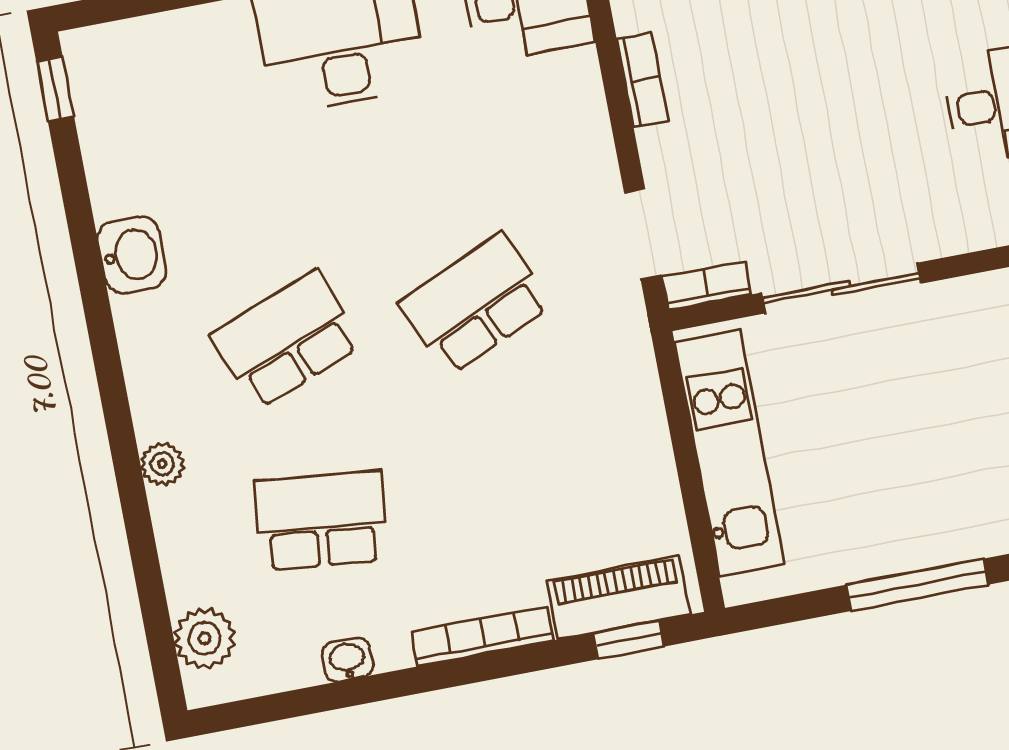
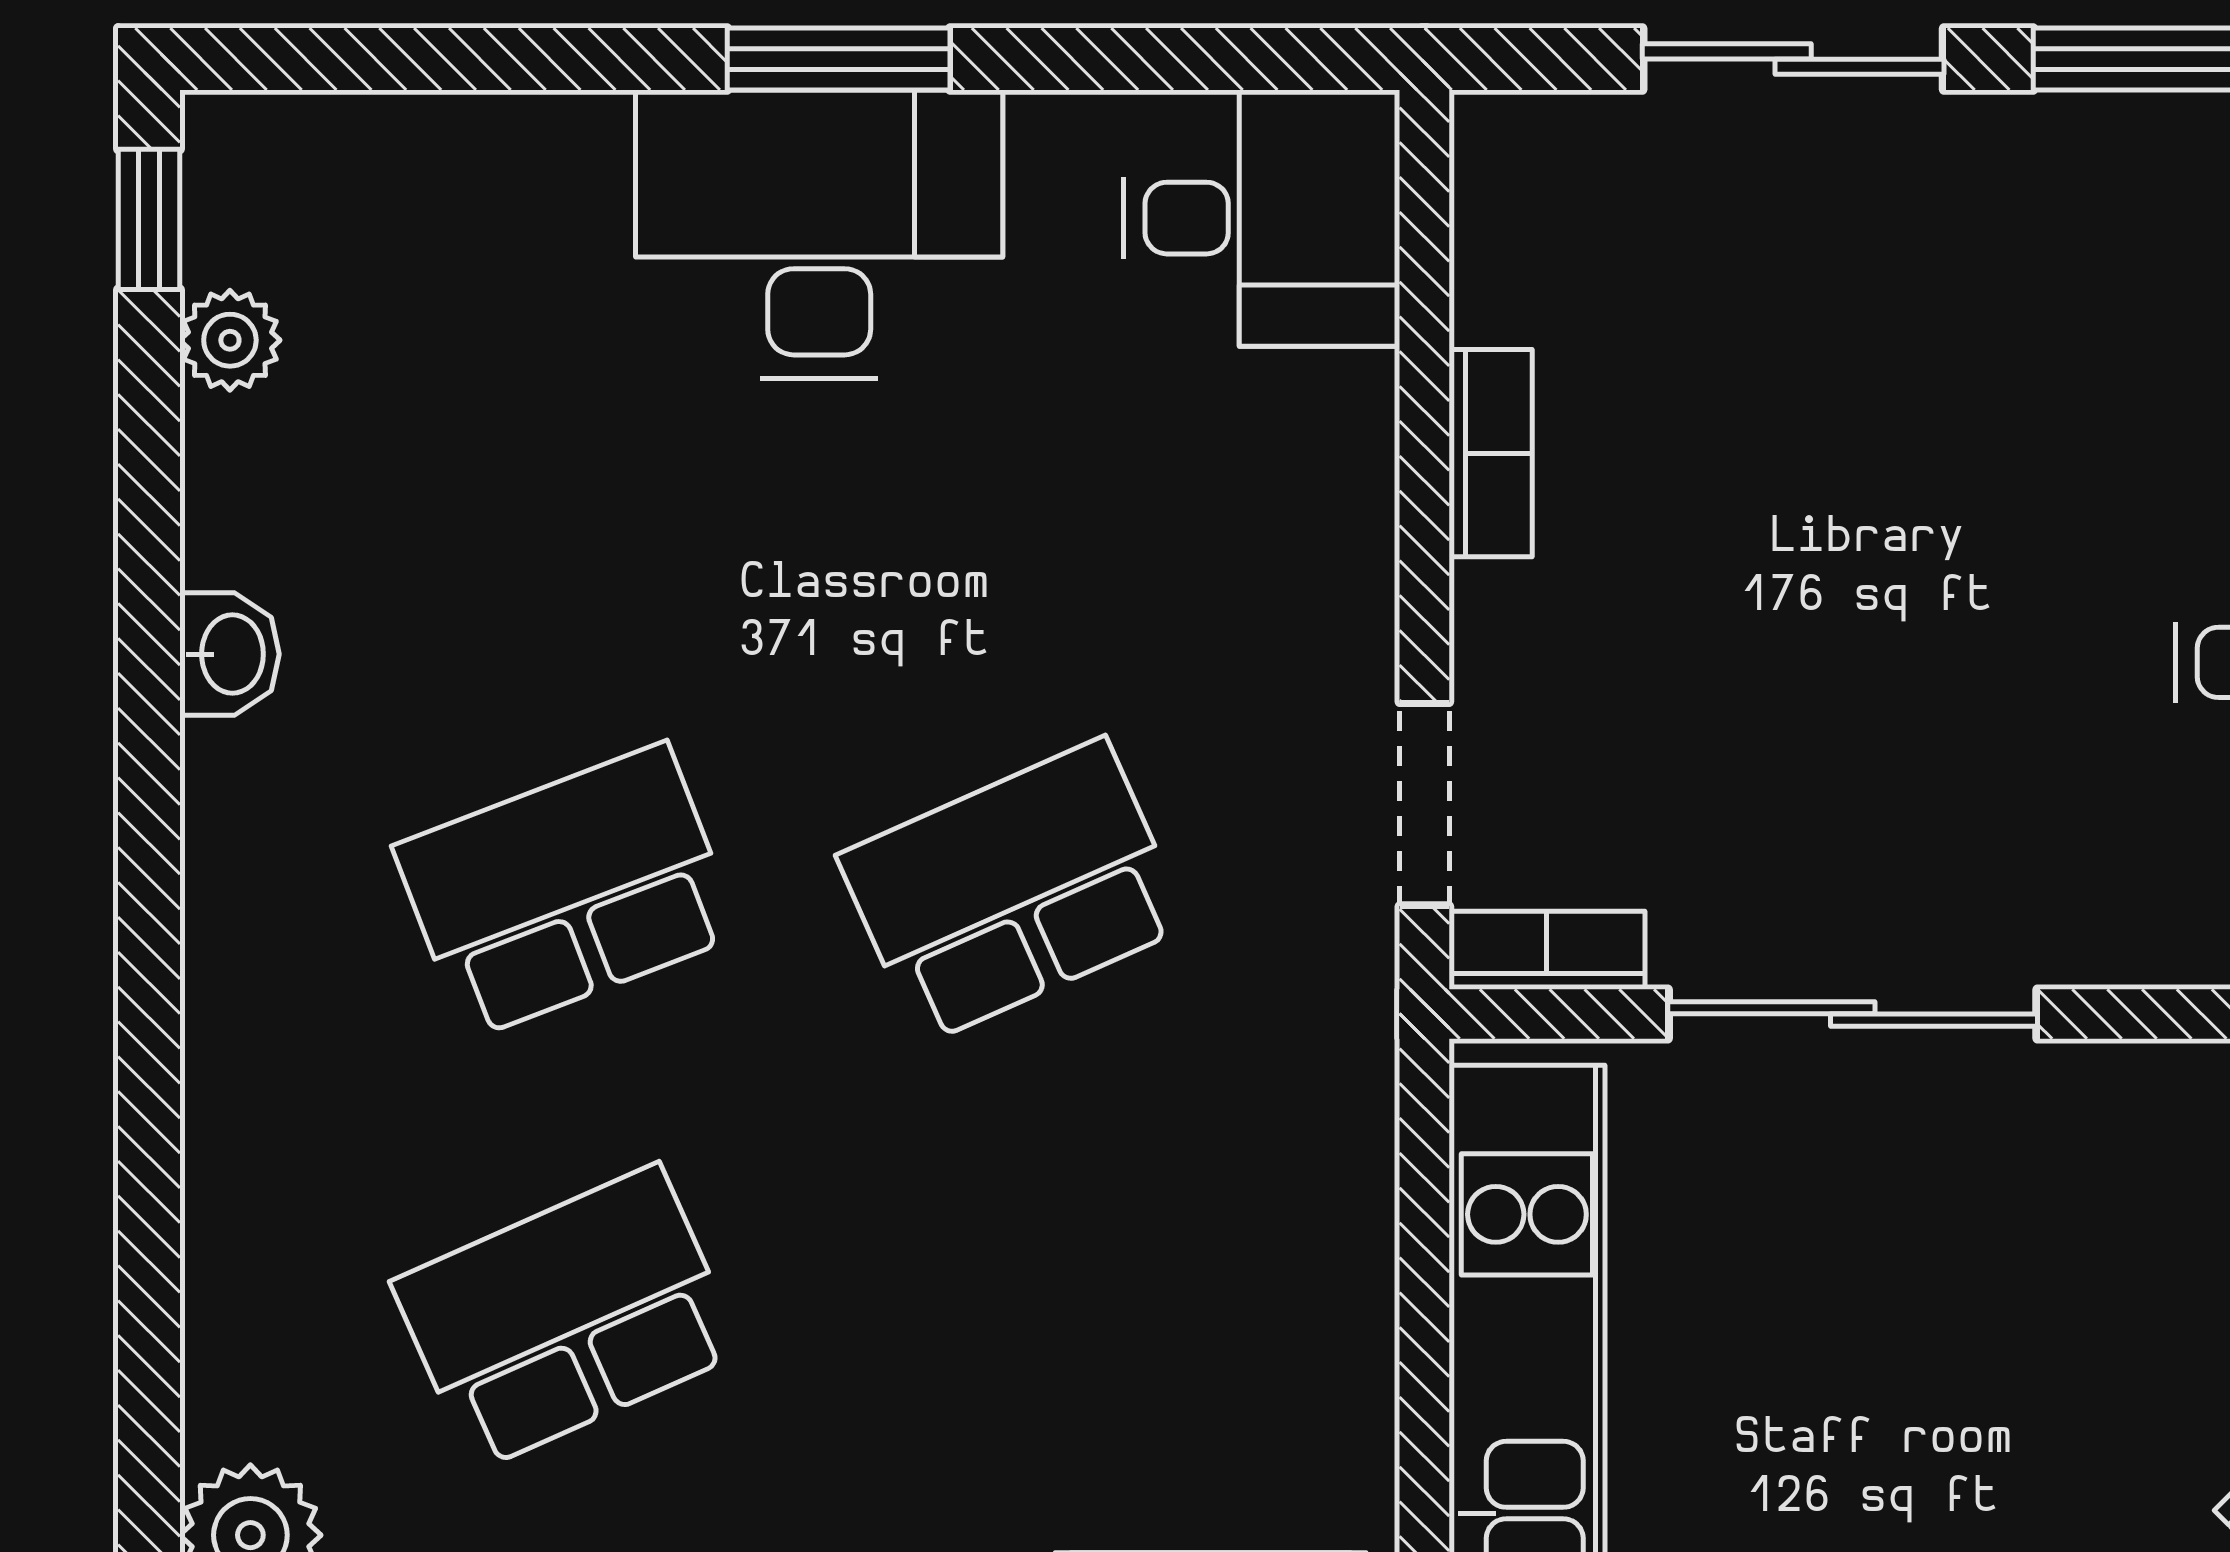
washbasin: (132, 255) -> (229, 654), width x0.72, depth x0.69
plant: (162, 464) -> (230, 340), moved
school desk: (321, 520) -> (567, 1317), turned -30

